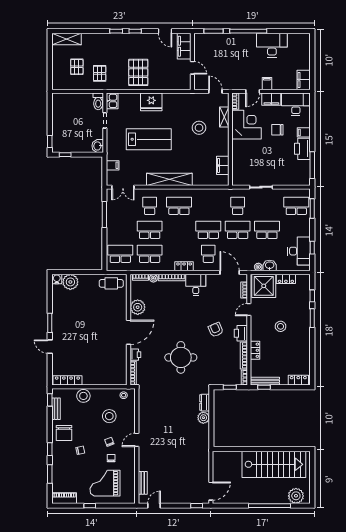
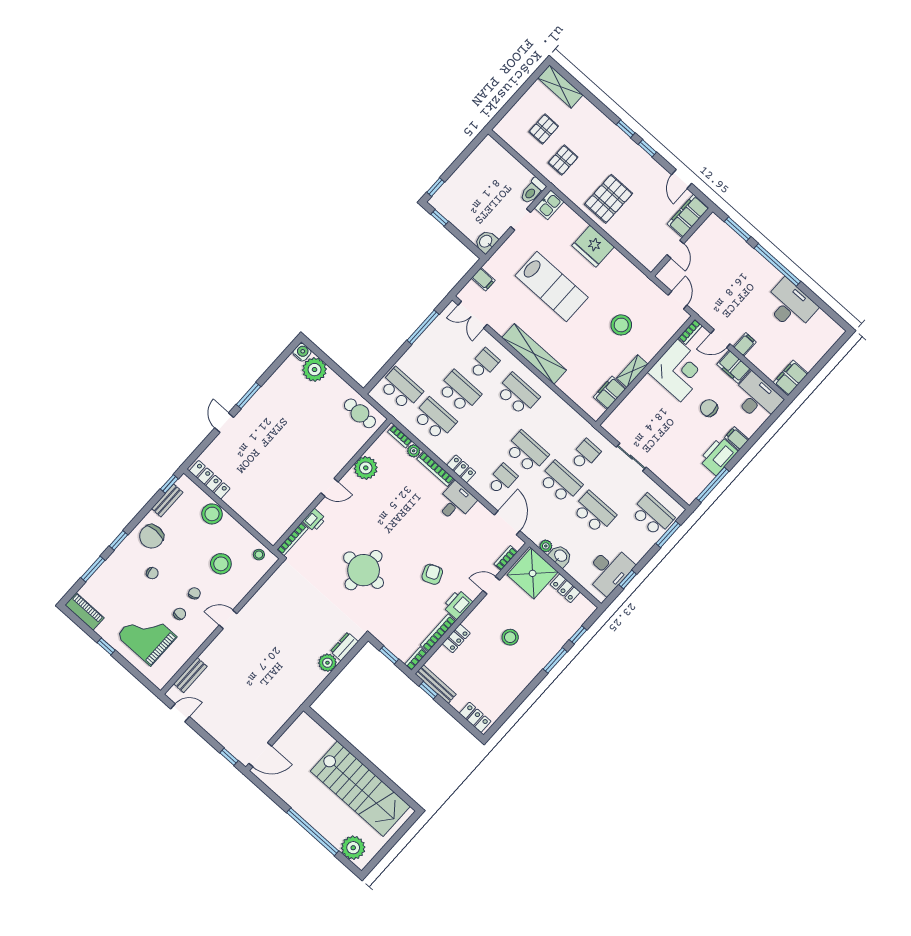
shelving: (224, 117) -> (632, 371), moved
door: (129, 332) -> (329, 487), width x0.53

